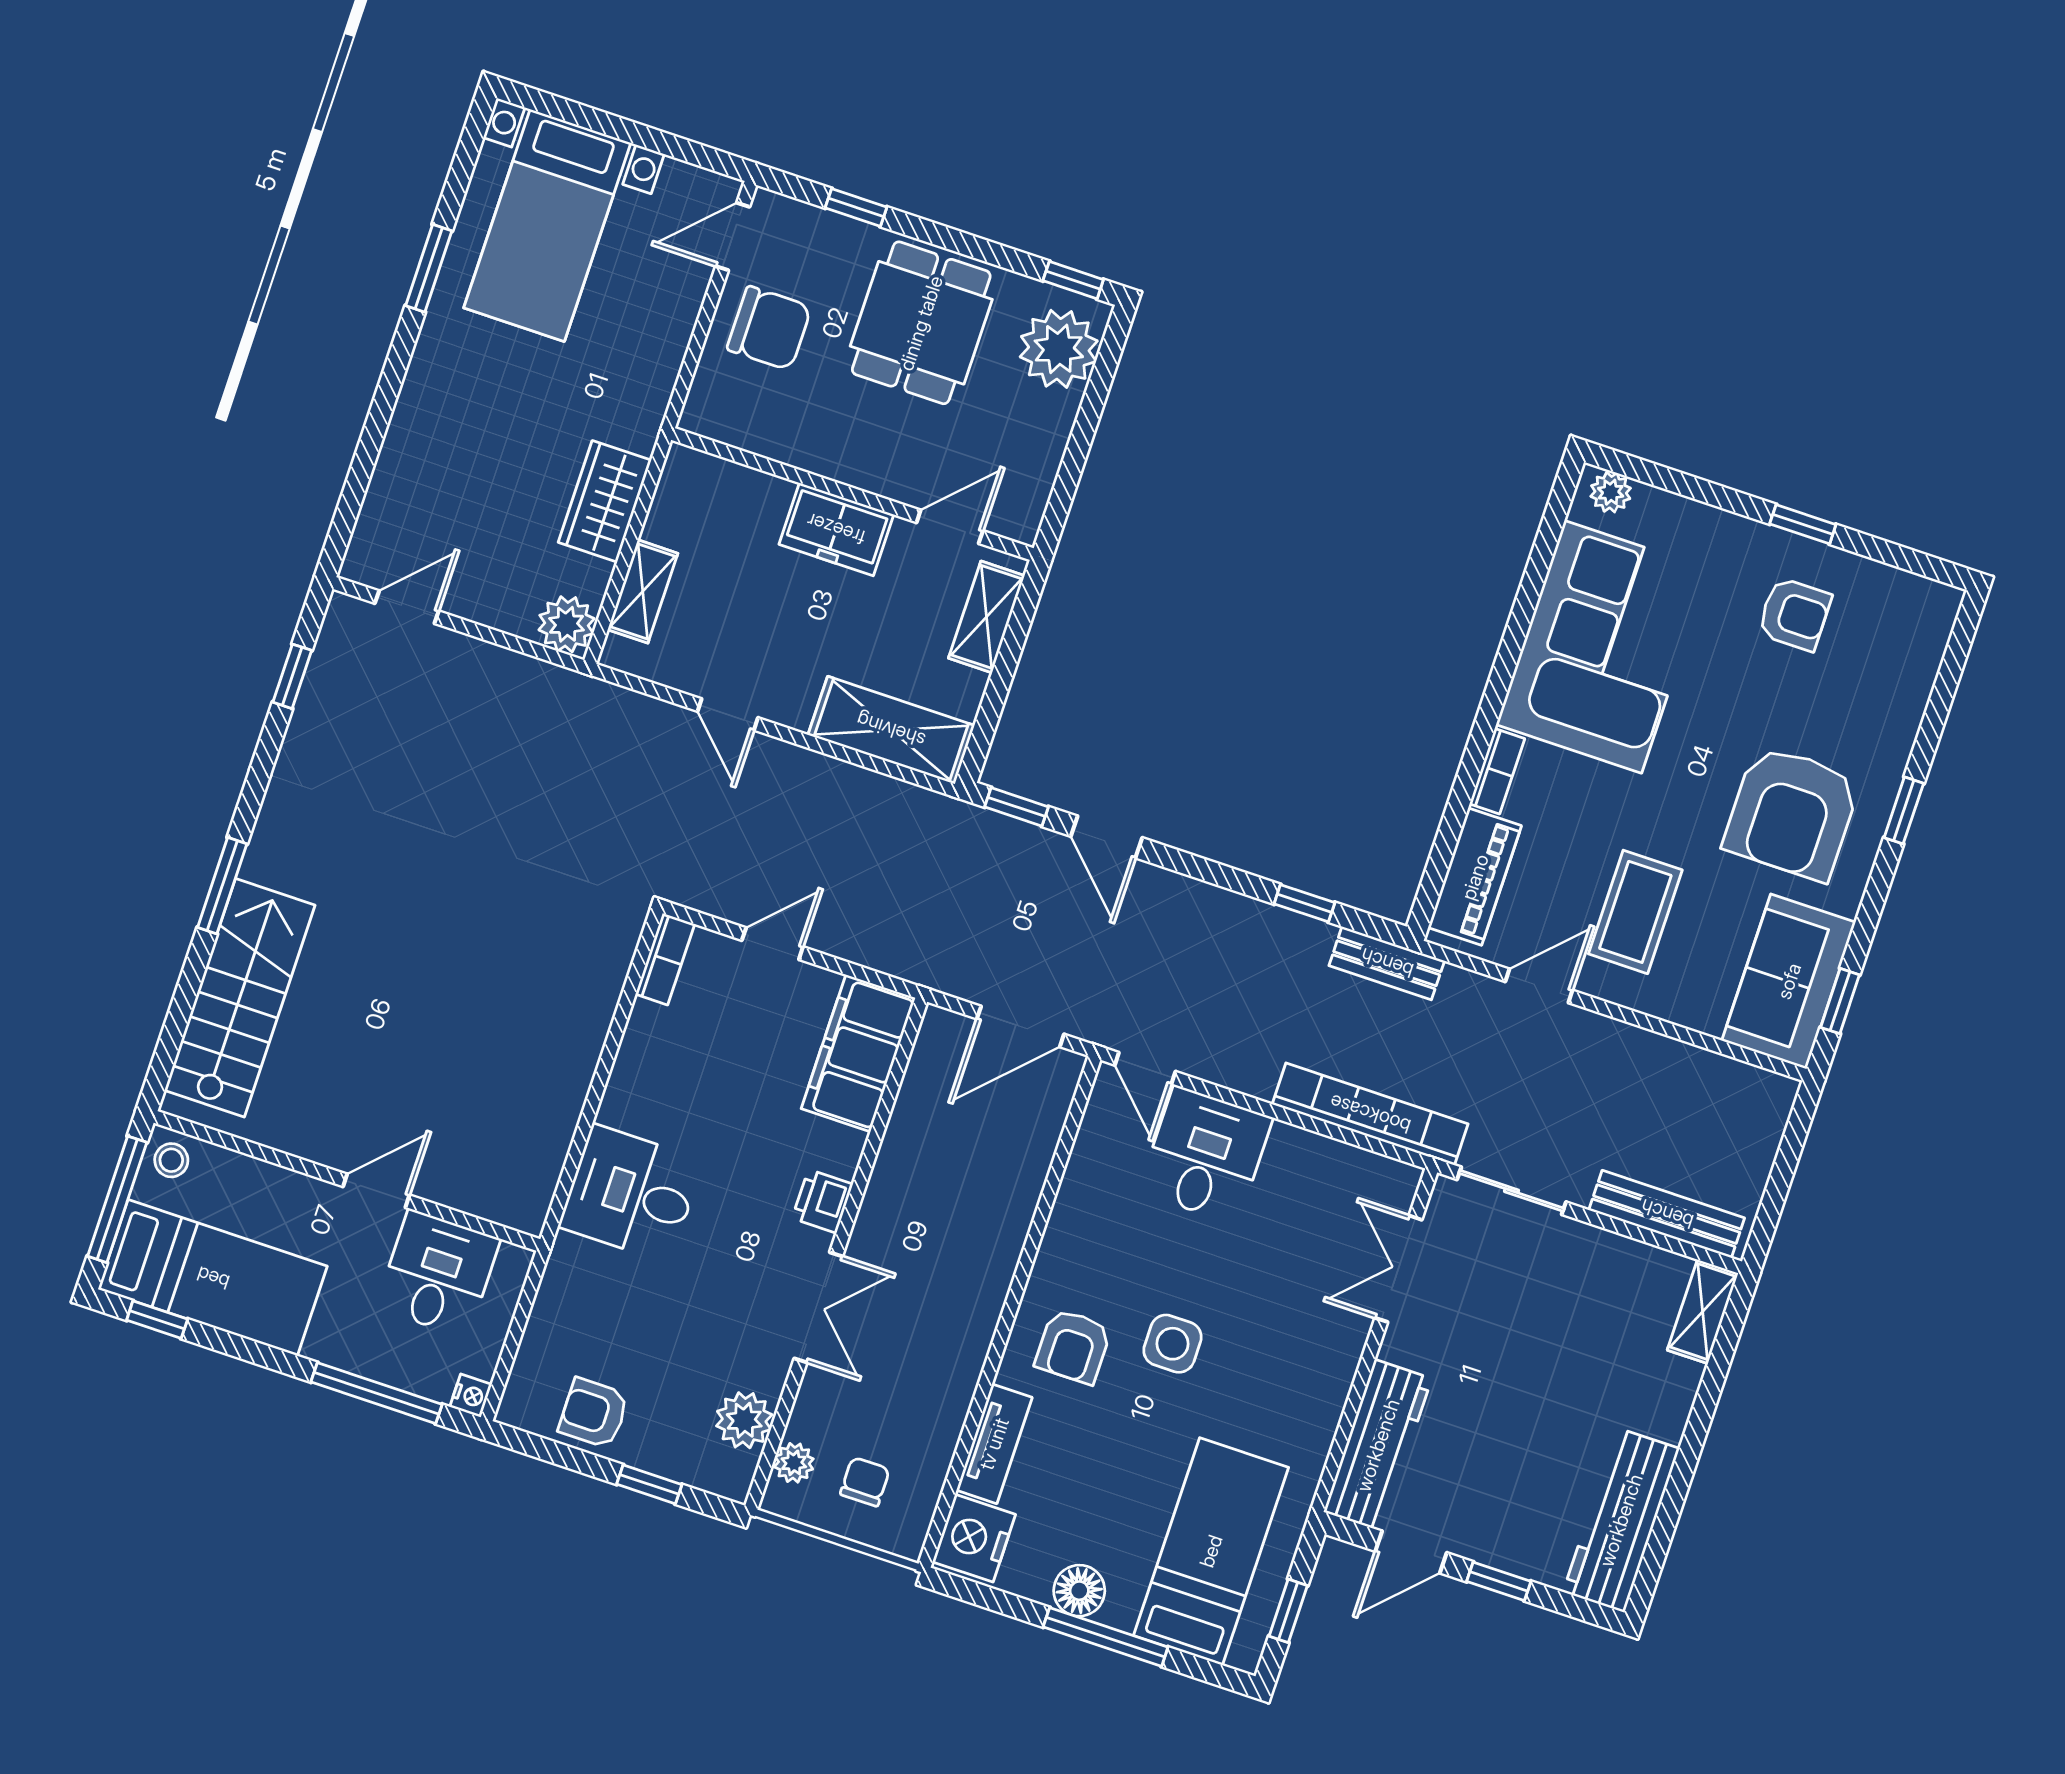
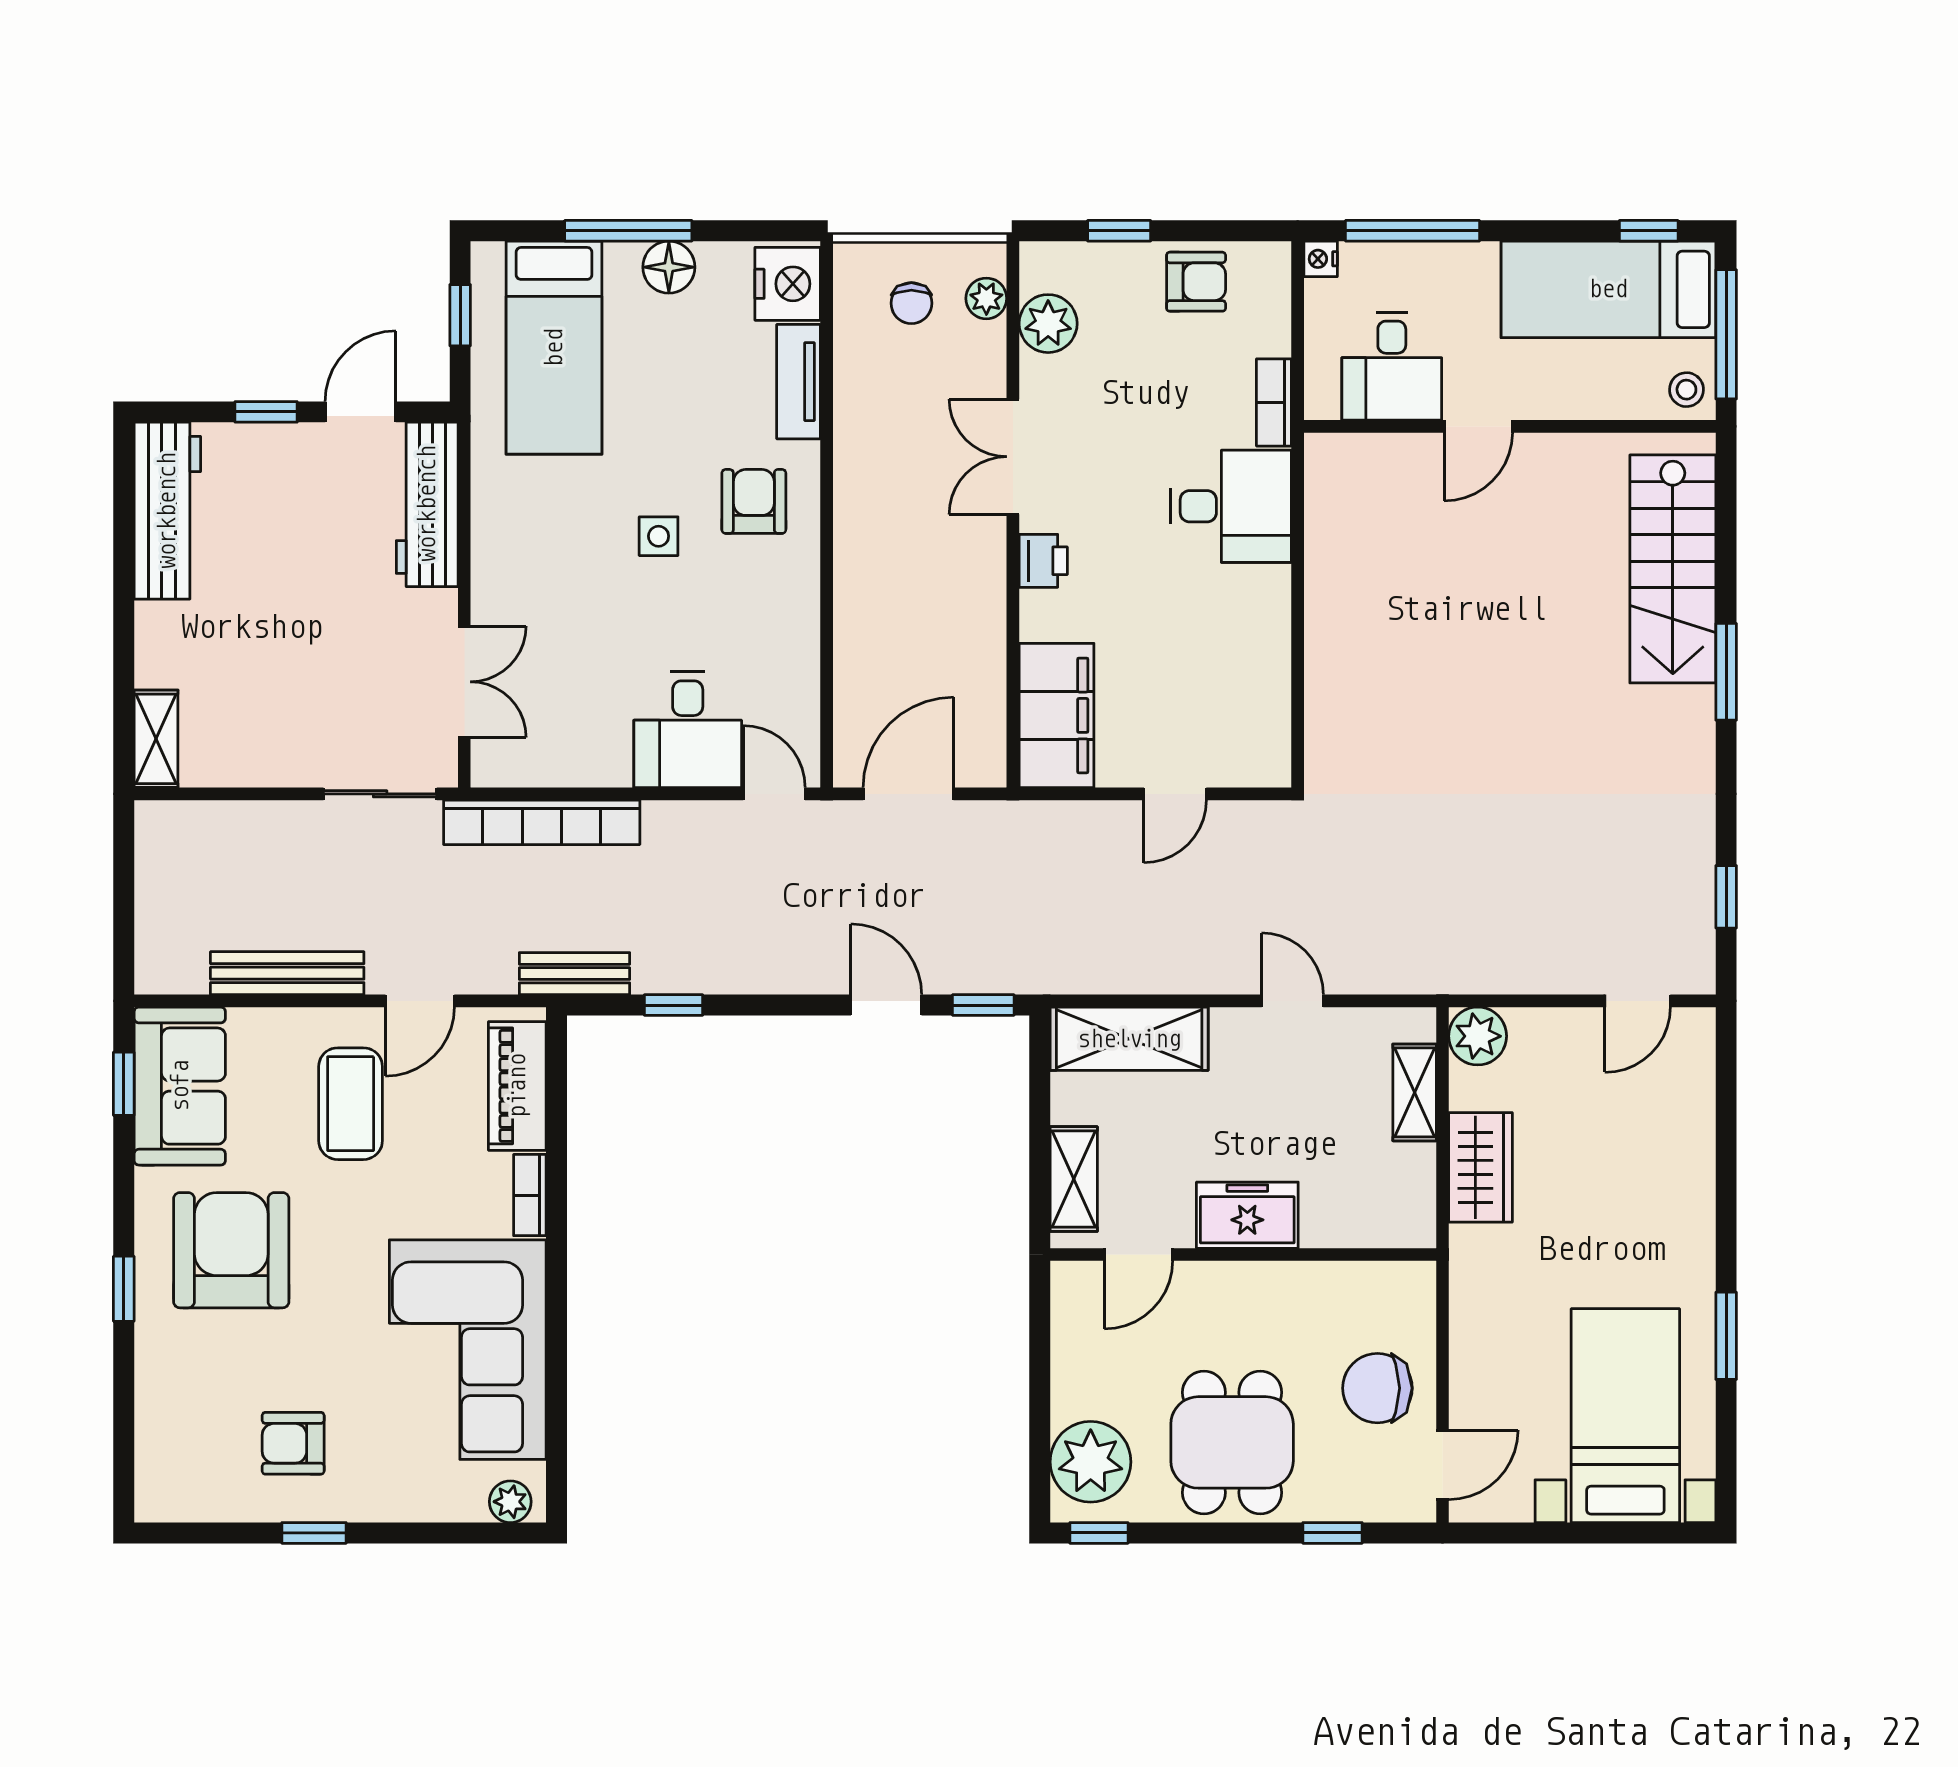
bookcase: (665, 959) -> (1274, 402), moved
bench: (1667, 1214) -> (287, 973), moved
side table: (1172, 1344) -> (659, 536), width x0.73, depth x0.73

